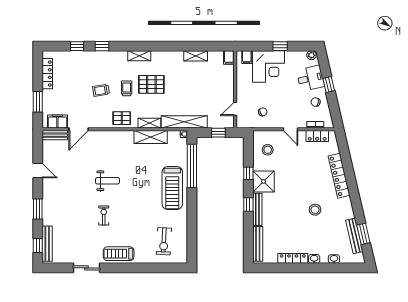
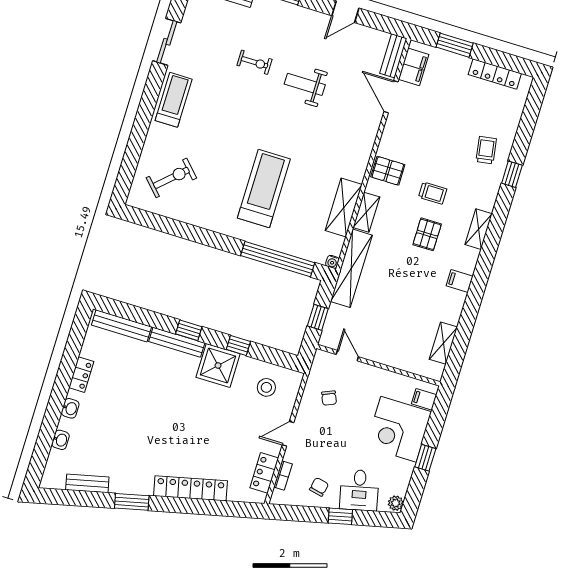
window: (77, 46) -> (524, 135), removed
shelving: (196, 56) -> (443, 343), moved
filing cabinet: (229, 57) -> (460, 281), moved
pallet: (151, 84) -> (427, 234), width x0.67, depth x0.71
trolley: (101, 90) -> (486, 150), moved
pallet: (122, 118) -> (388, 171), turned 90
weight bench: (107, 181) -> (305, 84), moved, turned 90
treadmill: (172, 188) -> (264, 188), moved, turned 90
stool: (315, 210) -> (148, 434), removed
exercise bike: (104, 215) -> (254, 62), moved
window: (363, 234) -> (132, 502), moved
bench: (354, 236) -> (87, 483), width x0.73
exercise bike: (164, 241) -> (171, 178), turned 134
locker: (293, 258) -> (81, 375), width x0.66

